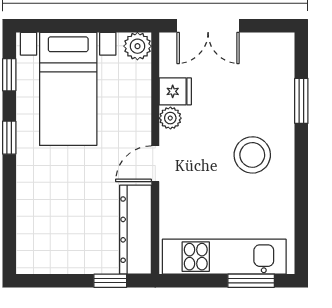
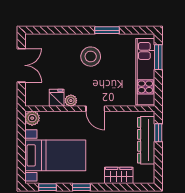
double door: (208, 26) -> (21, 65), moved
window: (301, 101) -> (107, 30), moved
wardrobe: (31, 207) -> (119, 175), added
dresser: (135, 230) -> (146, 140), moved, turned 90

